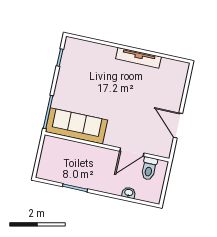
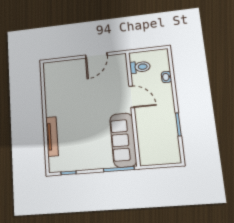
tv unit: (138, 58) -> (52, 136), moved
door: (132, 152) -> (132, 97), moved

